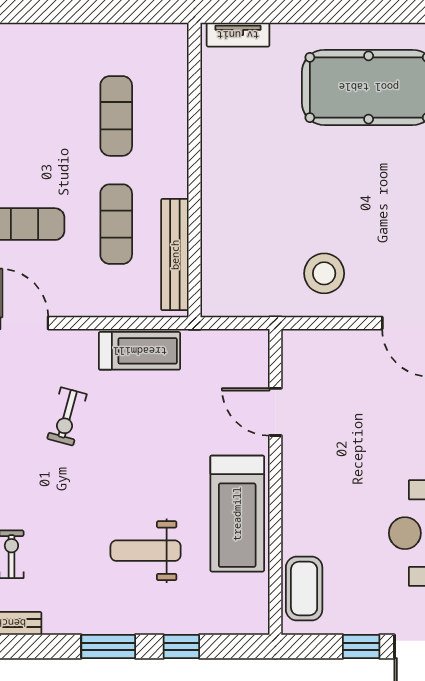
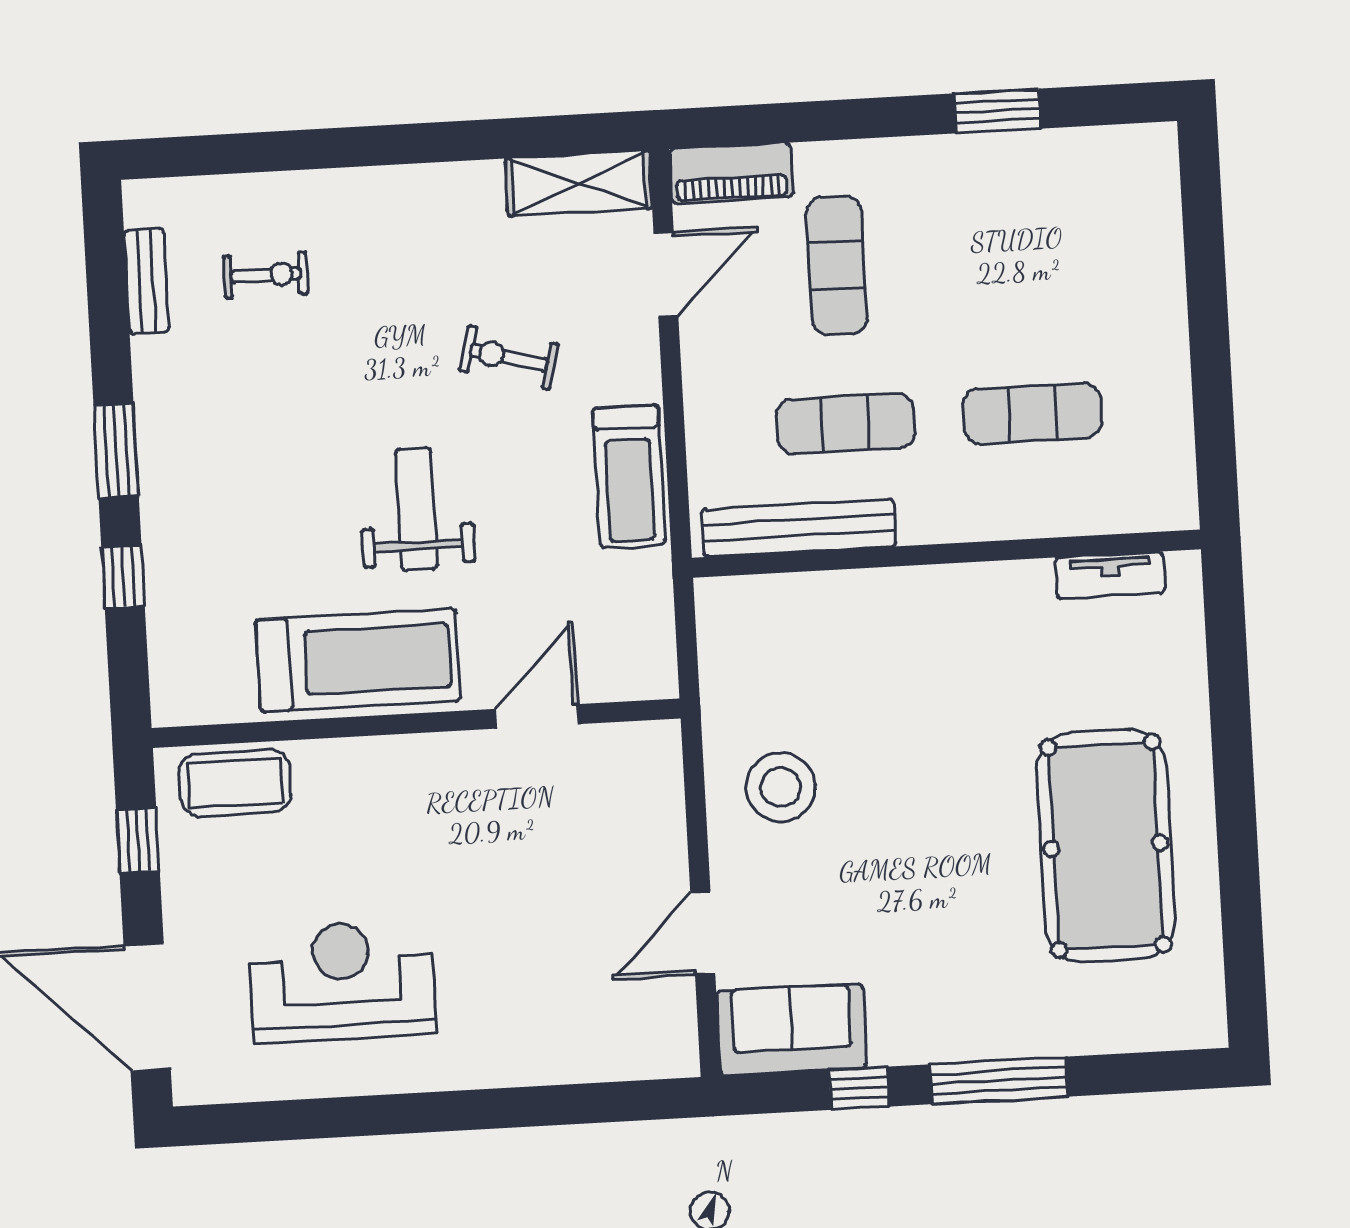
tv unit: (238, 35) -> (1110, 575), moved, turned -90
treadmill: (237, 514) -> (358, 660), turned 180
weight bench: (146, 551) -> (416, 509), moved
window: (361, 646) -> (138, 841), moved

